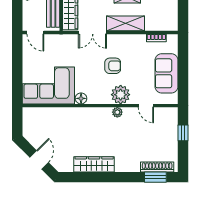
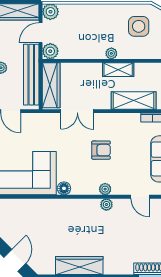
shelving: (126, 23) -> (134, 100), moved
plant: (121, 95) -> (105, 189), width x0.53, depth x0.53

